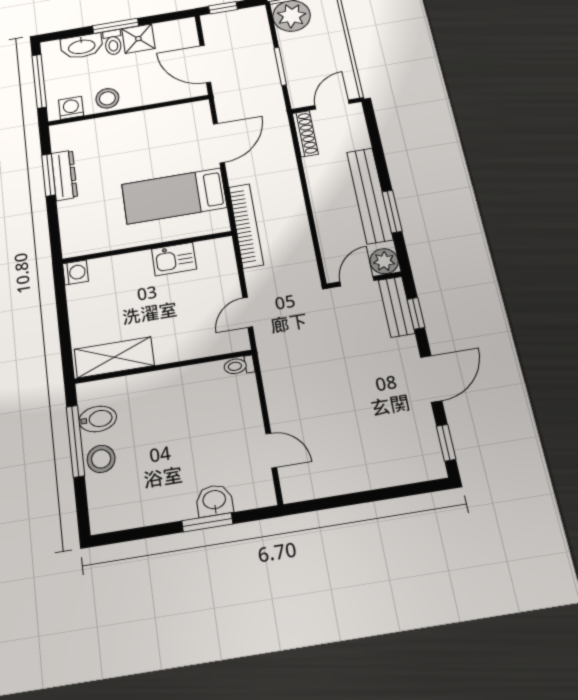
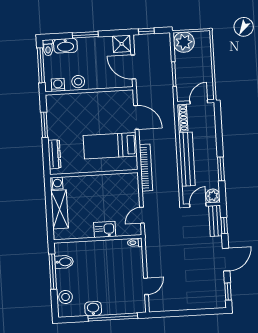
shower: (138, 39) -> (122, 44), moved
toilet: (113, 42) -> (48, 48), moved
door: (219, 143) -> (136, 117), hinge flipped
dresser: (64, 175) -> (54, 154), moved
bench: (370, 195) -> (187, 159), moved
kitchen sink: (174, 259) -> (105, 229), moved, turned 180
shelving: (114, 357) -> (60, 209), moved, turned 90
door: (271, 450) -> (146, 286), hinge flipped
stool: (101, 459) -> (66, 297), moved
washbasin: (214, 500) -> (93, 309), moved
window: (207, 522) -> (113, 317), width x2.11

